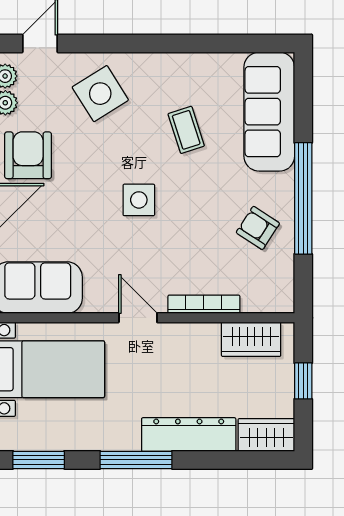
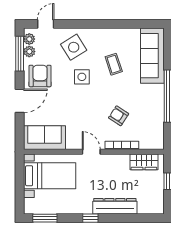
side table: (139, 200) -> (82, 77), moved
armchair: (258, 228) -> (119, 116), moved
wardrobe: (266, 435) -> (151, 206), removed
window: (136, 460) -> (90, 218), width x0.46

